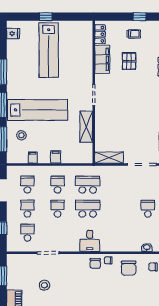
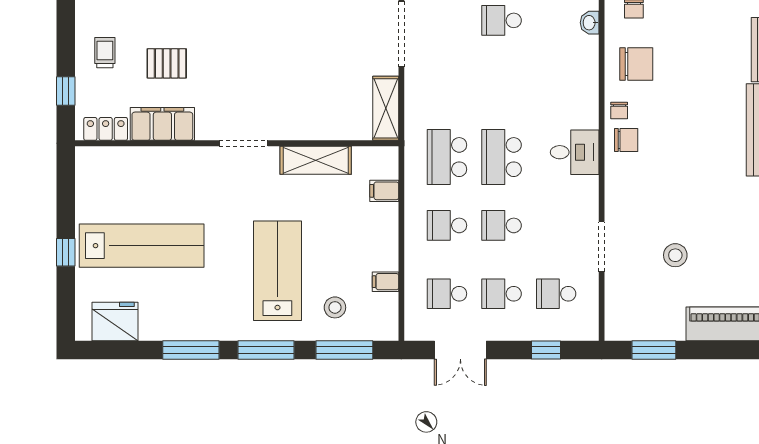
window: (140, 17) -> (66, 91), moved
fridge: (13, 34) -> (115, 321), width x1.88, depth x1.34
lab bench: (38, 110) -> (277, 271), width x0.73
filing cabinet: (56, 157) -> (384, 191), moved

